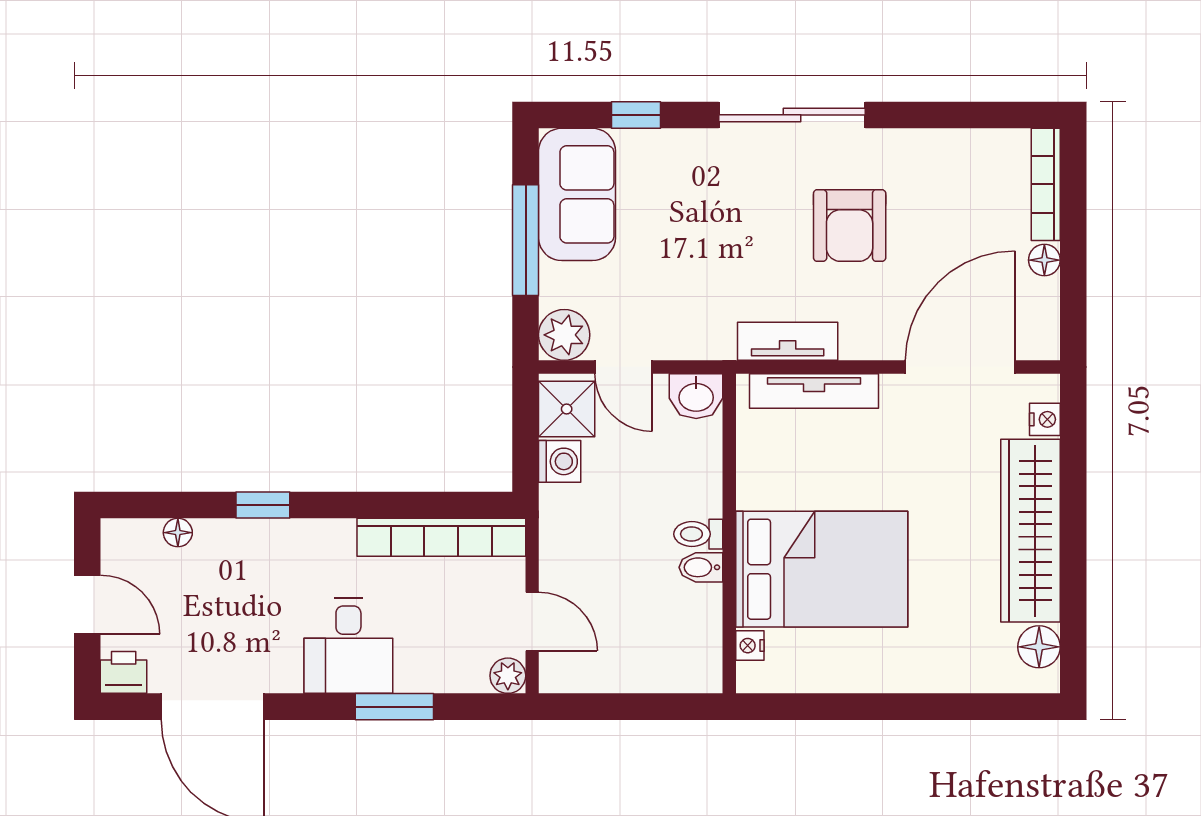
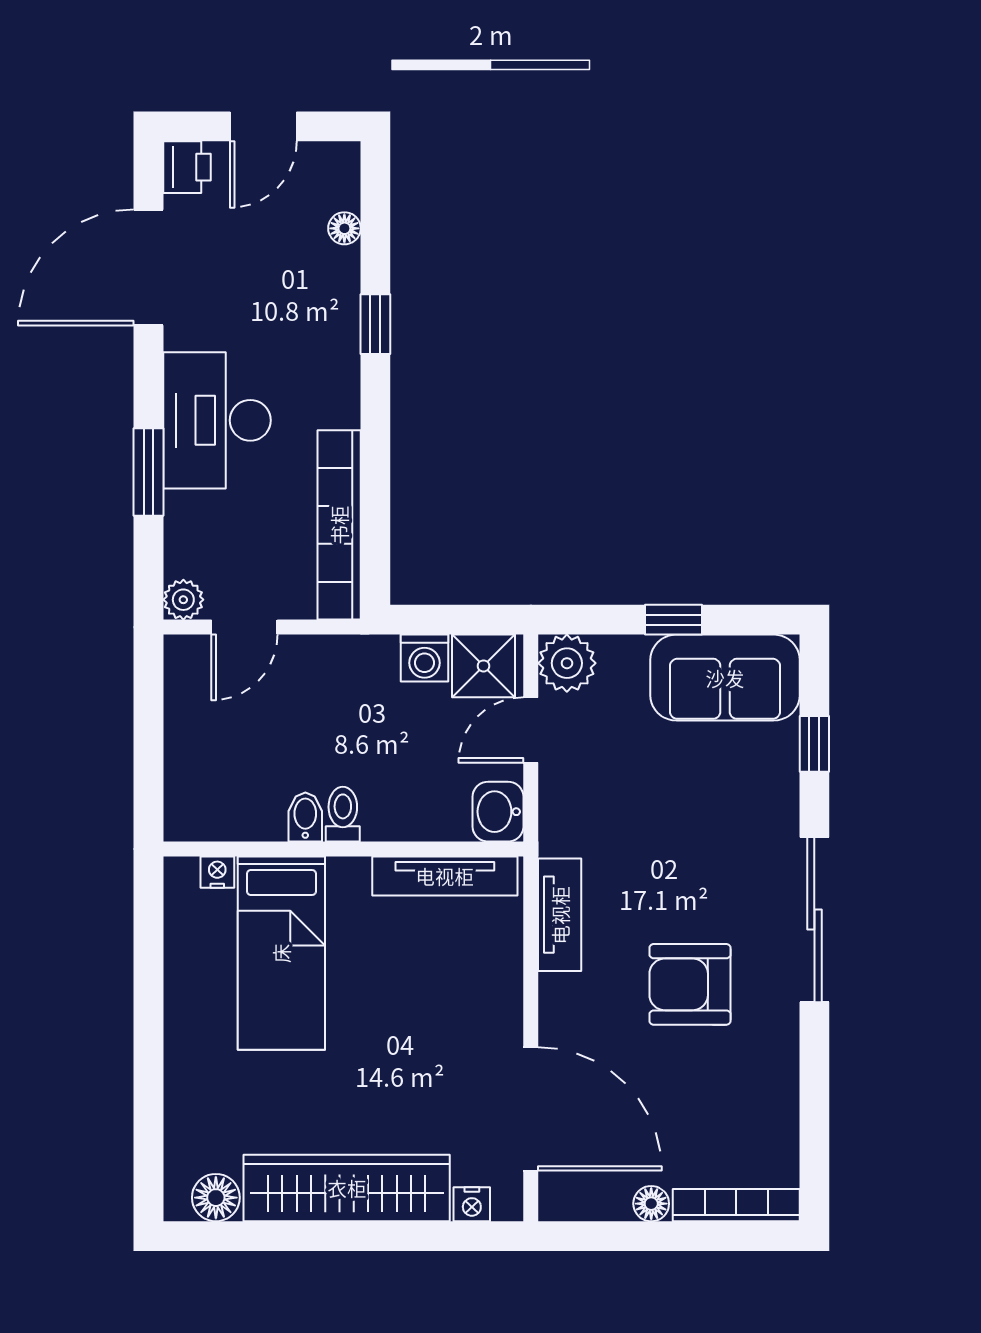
window: (526, 240) -> (673, 620), width x0.46
tv unit: (814, 391) -> (445, 876), moved, turned -90
bed: (822, 569) -> (281, 953), width x0.67
desk: (348, 646) -> (217, 420), width x1.37

